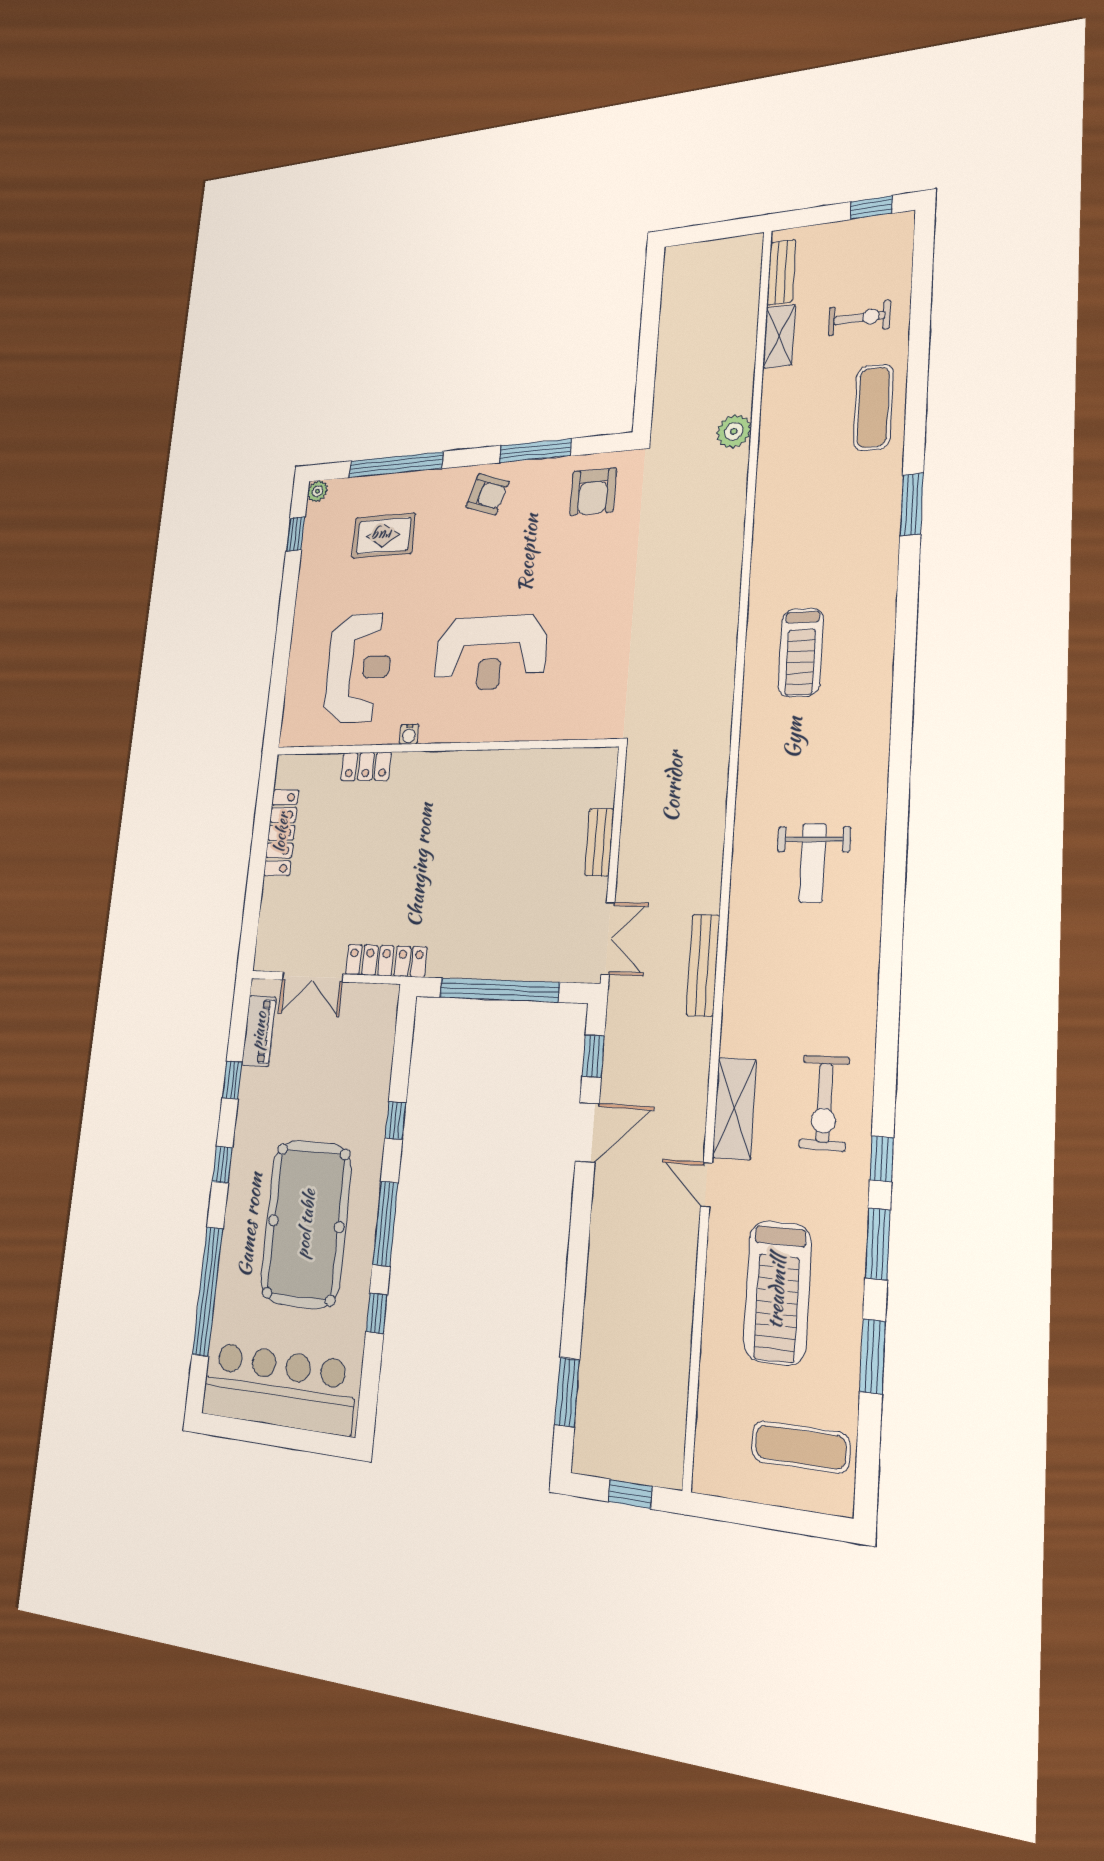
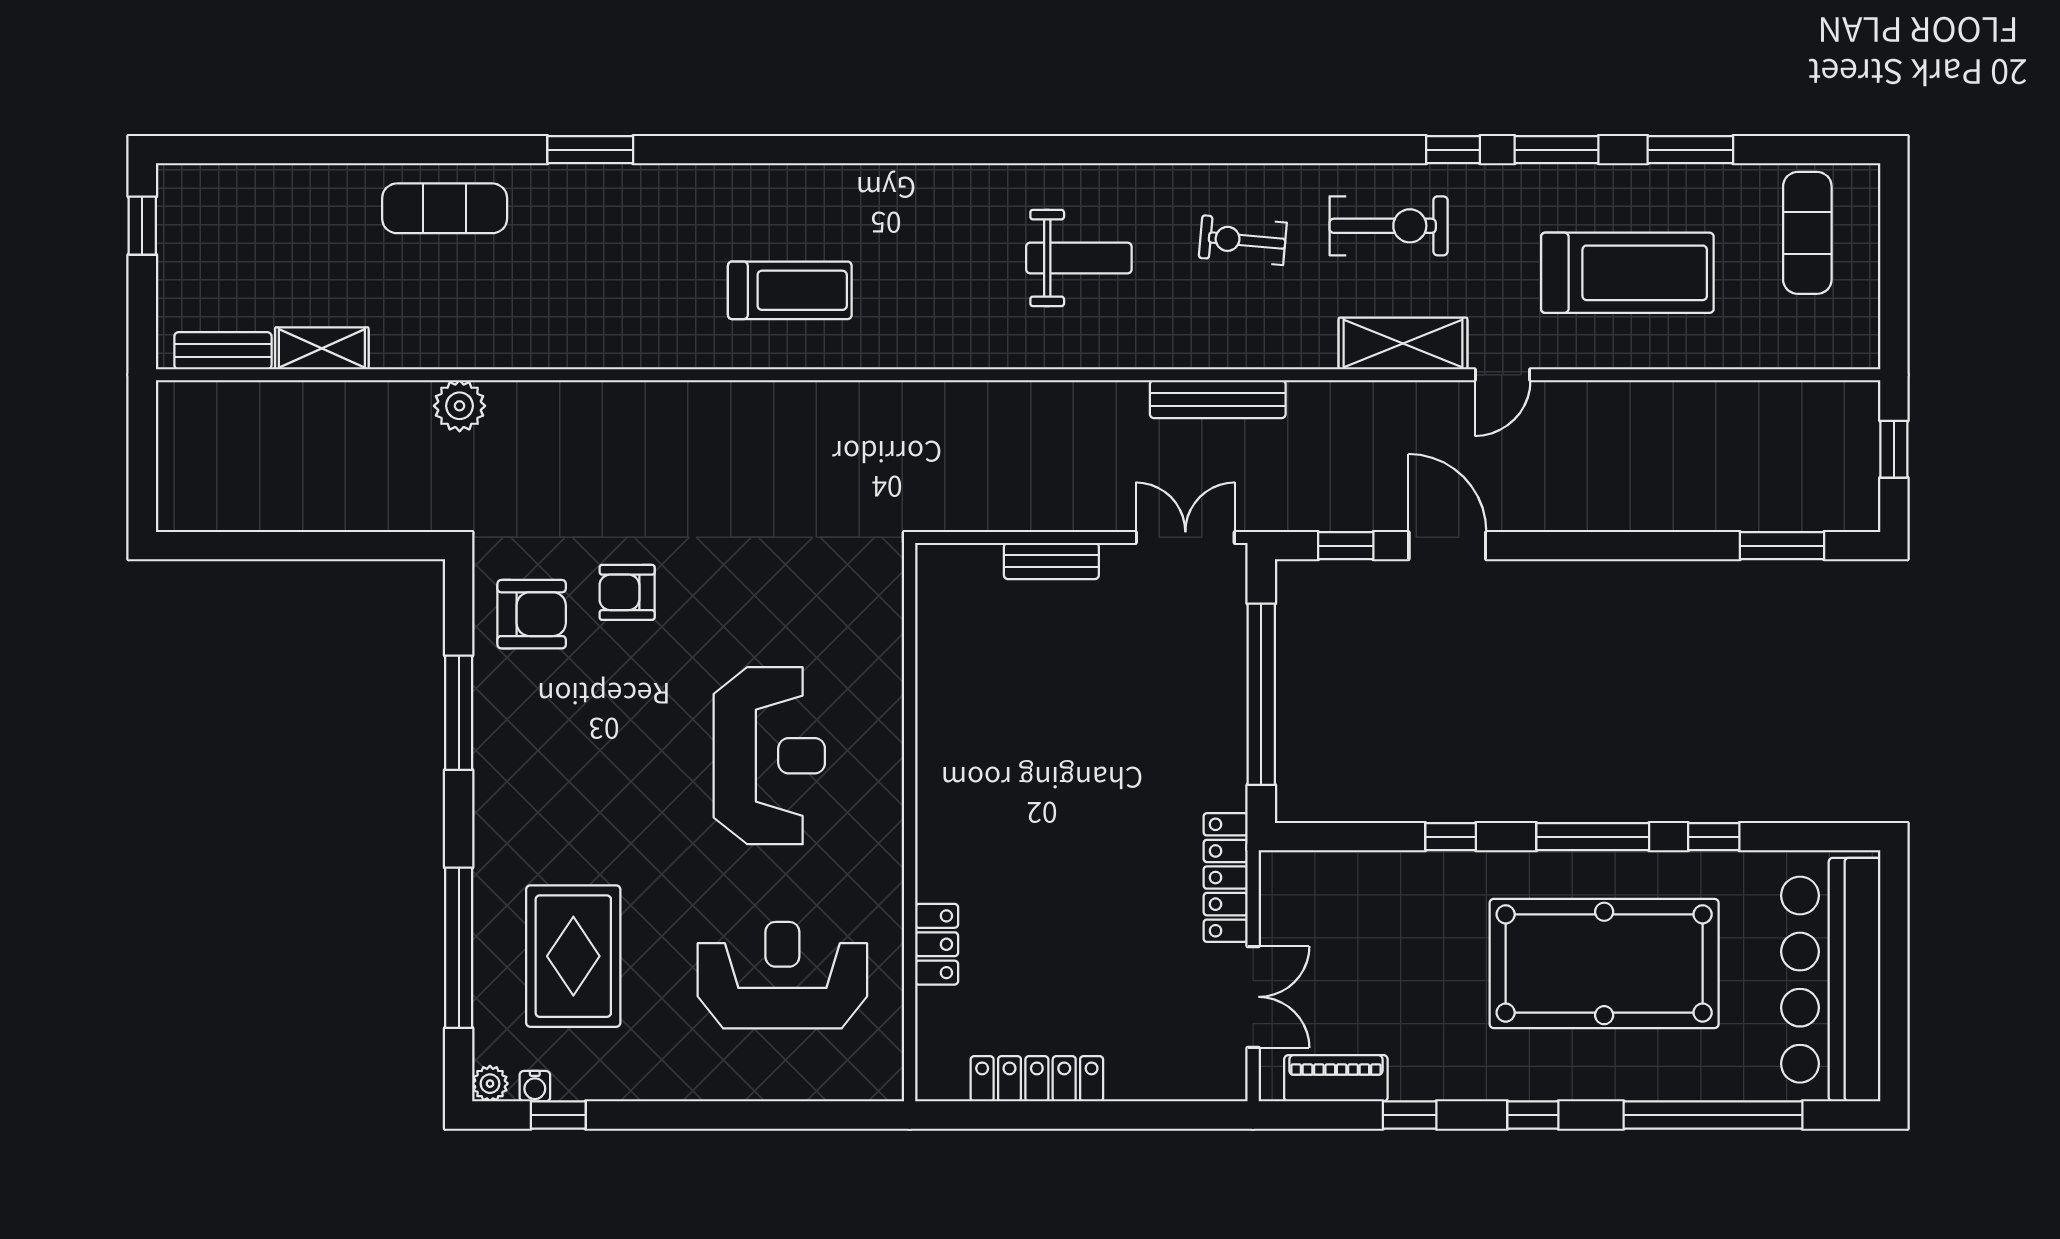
exercise bike: (859, 318) -> (1243, 240), moved, turned -85
armchair: (487, 494) -> (627, 592), moved, turned -108
rug: (383, 536) -> (573, 956), width x1.36, depth x1.43
water cooler: (409, 734) -> (535, 1086), moved, turned 90

